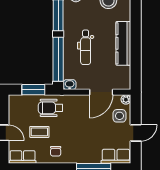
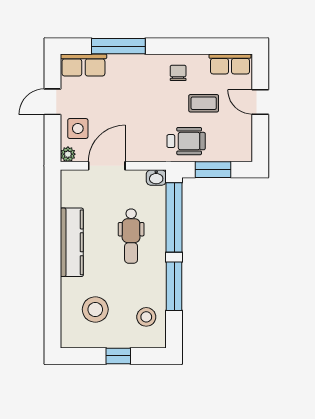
dental chair: (86, 47) -> (131, 236), turned 180

